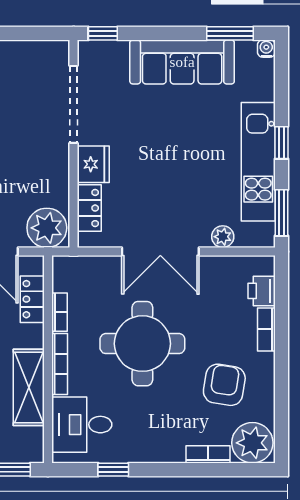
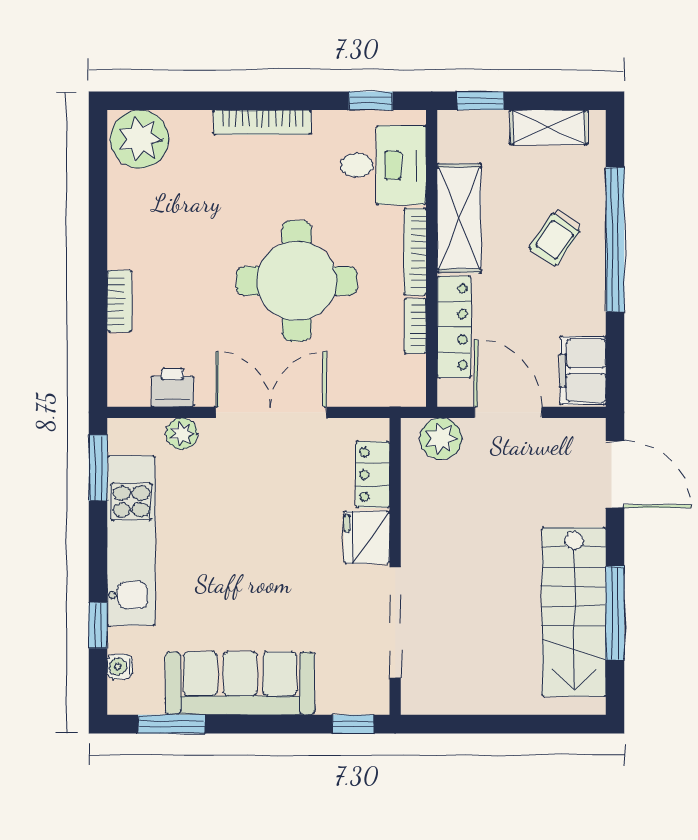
water cooler: (266, 49) -> (120, 667), moved, turned 90
window: (281, 143) -> (98, 625), moved
plant: (47, 228) -> (441, 439), width x0.73, depth x0.73
printer: (262, 291) -> (172, 388), moved, turned -90
locker: (32, 299) -> (454, 327), width x1.53
armchair: (224, 385) -> (180, 222), removed
bookcase: (208, 454) -> (262, 122), moved, width x1.56
window: (113, 470) -> (371, 101), moved

